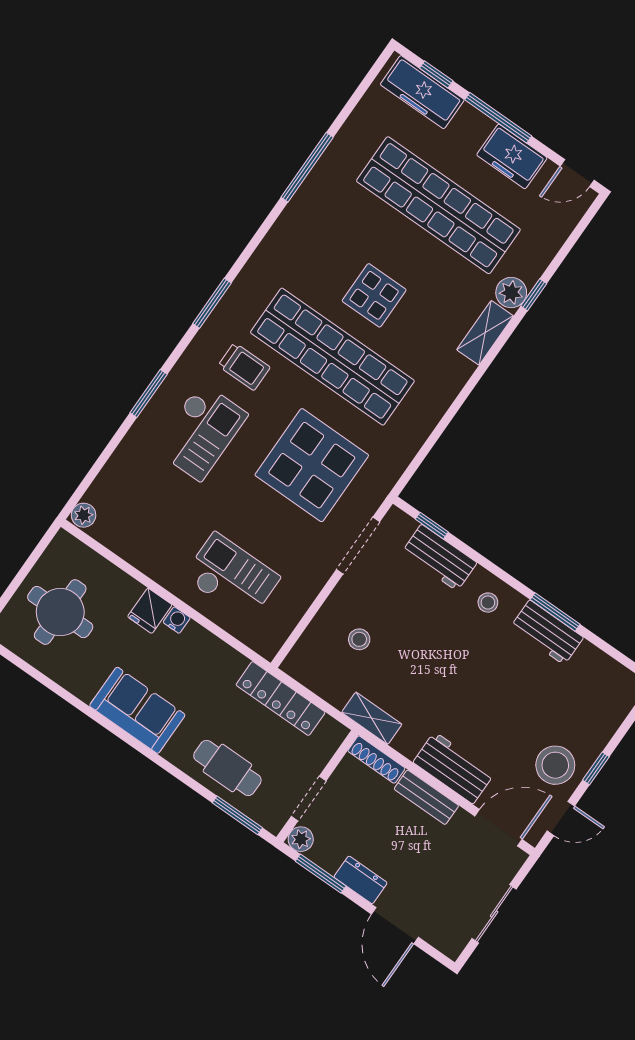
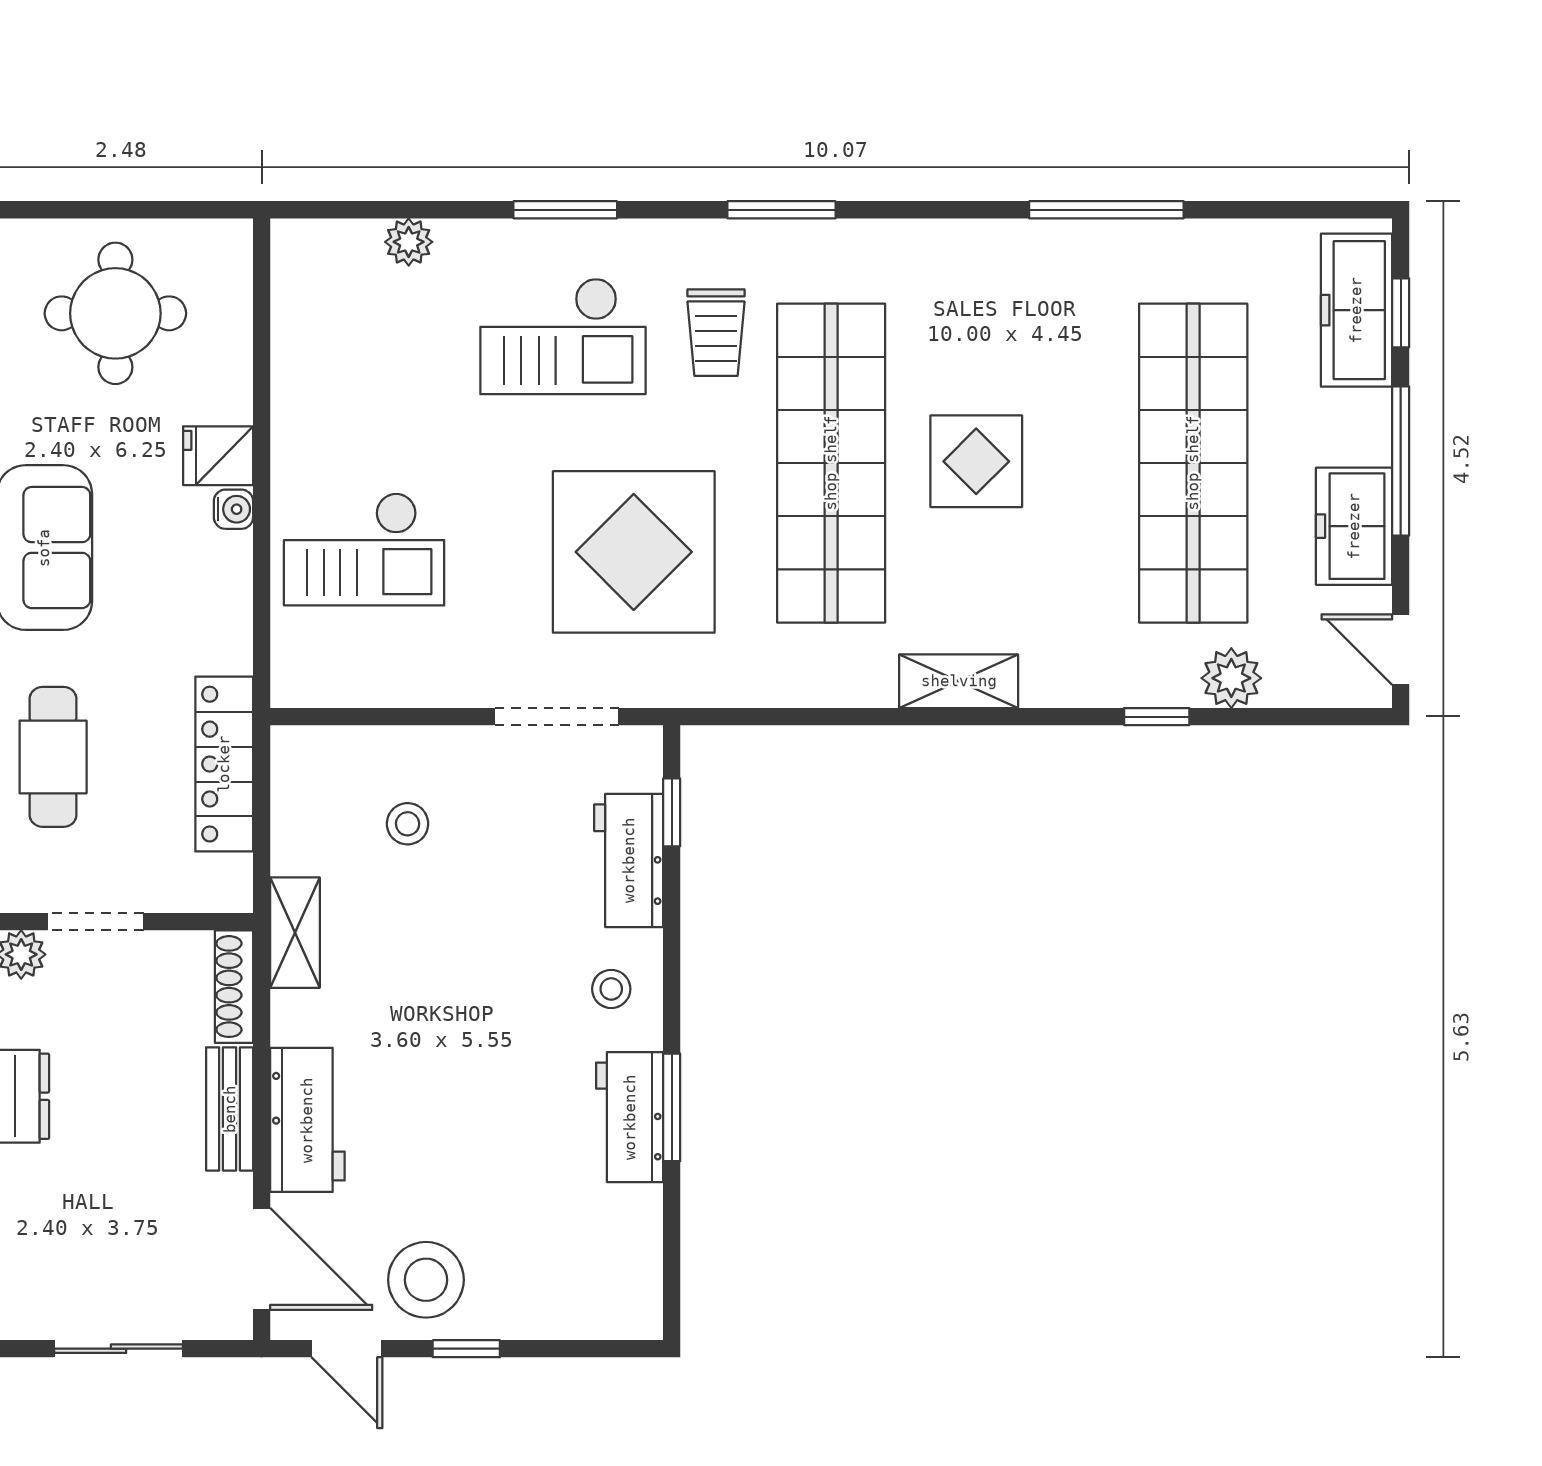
plant: (511, 293) -> (1231, 678), moved
shelving: (485, 333) -> (959, 681), moved
plant: (84, 515) -> (409, 242), moved
checkout: (232, 577) -> (364, 549), turned 90

